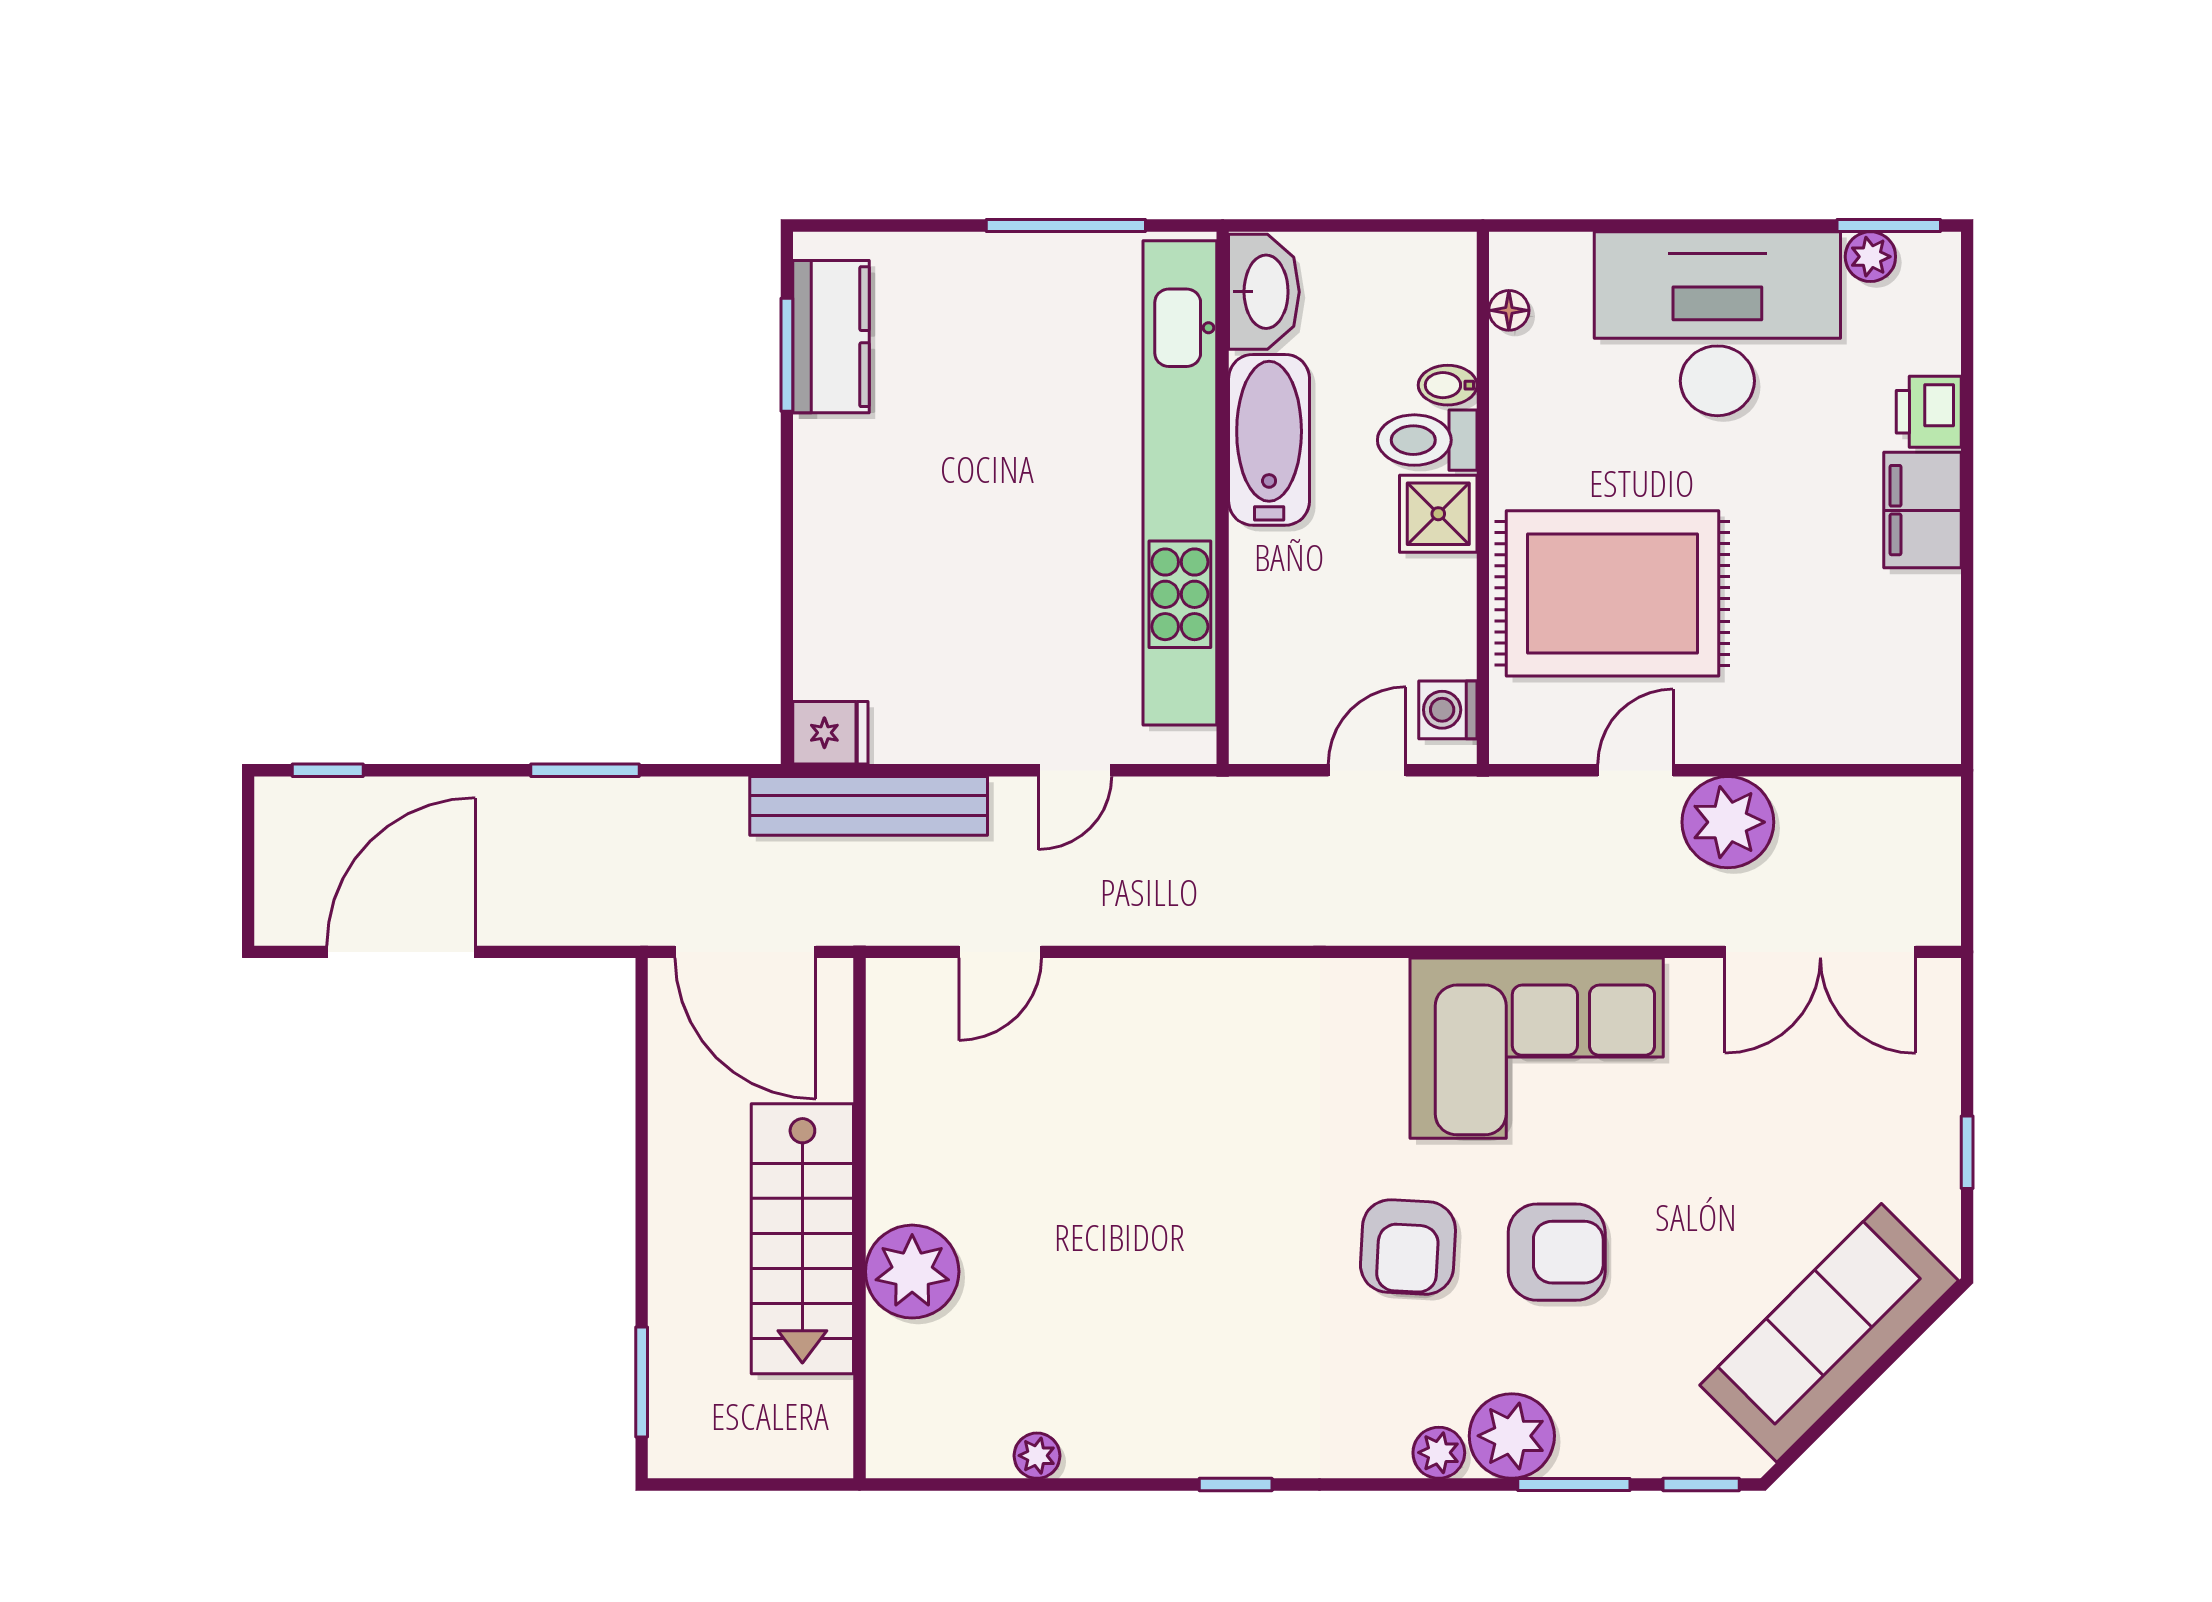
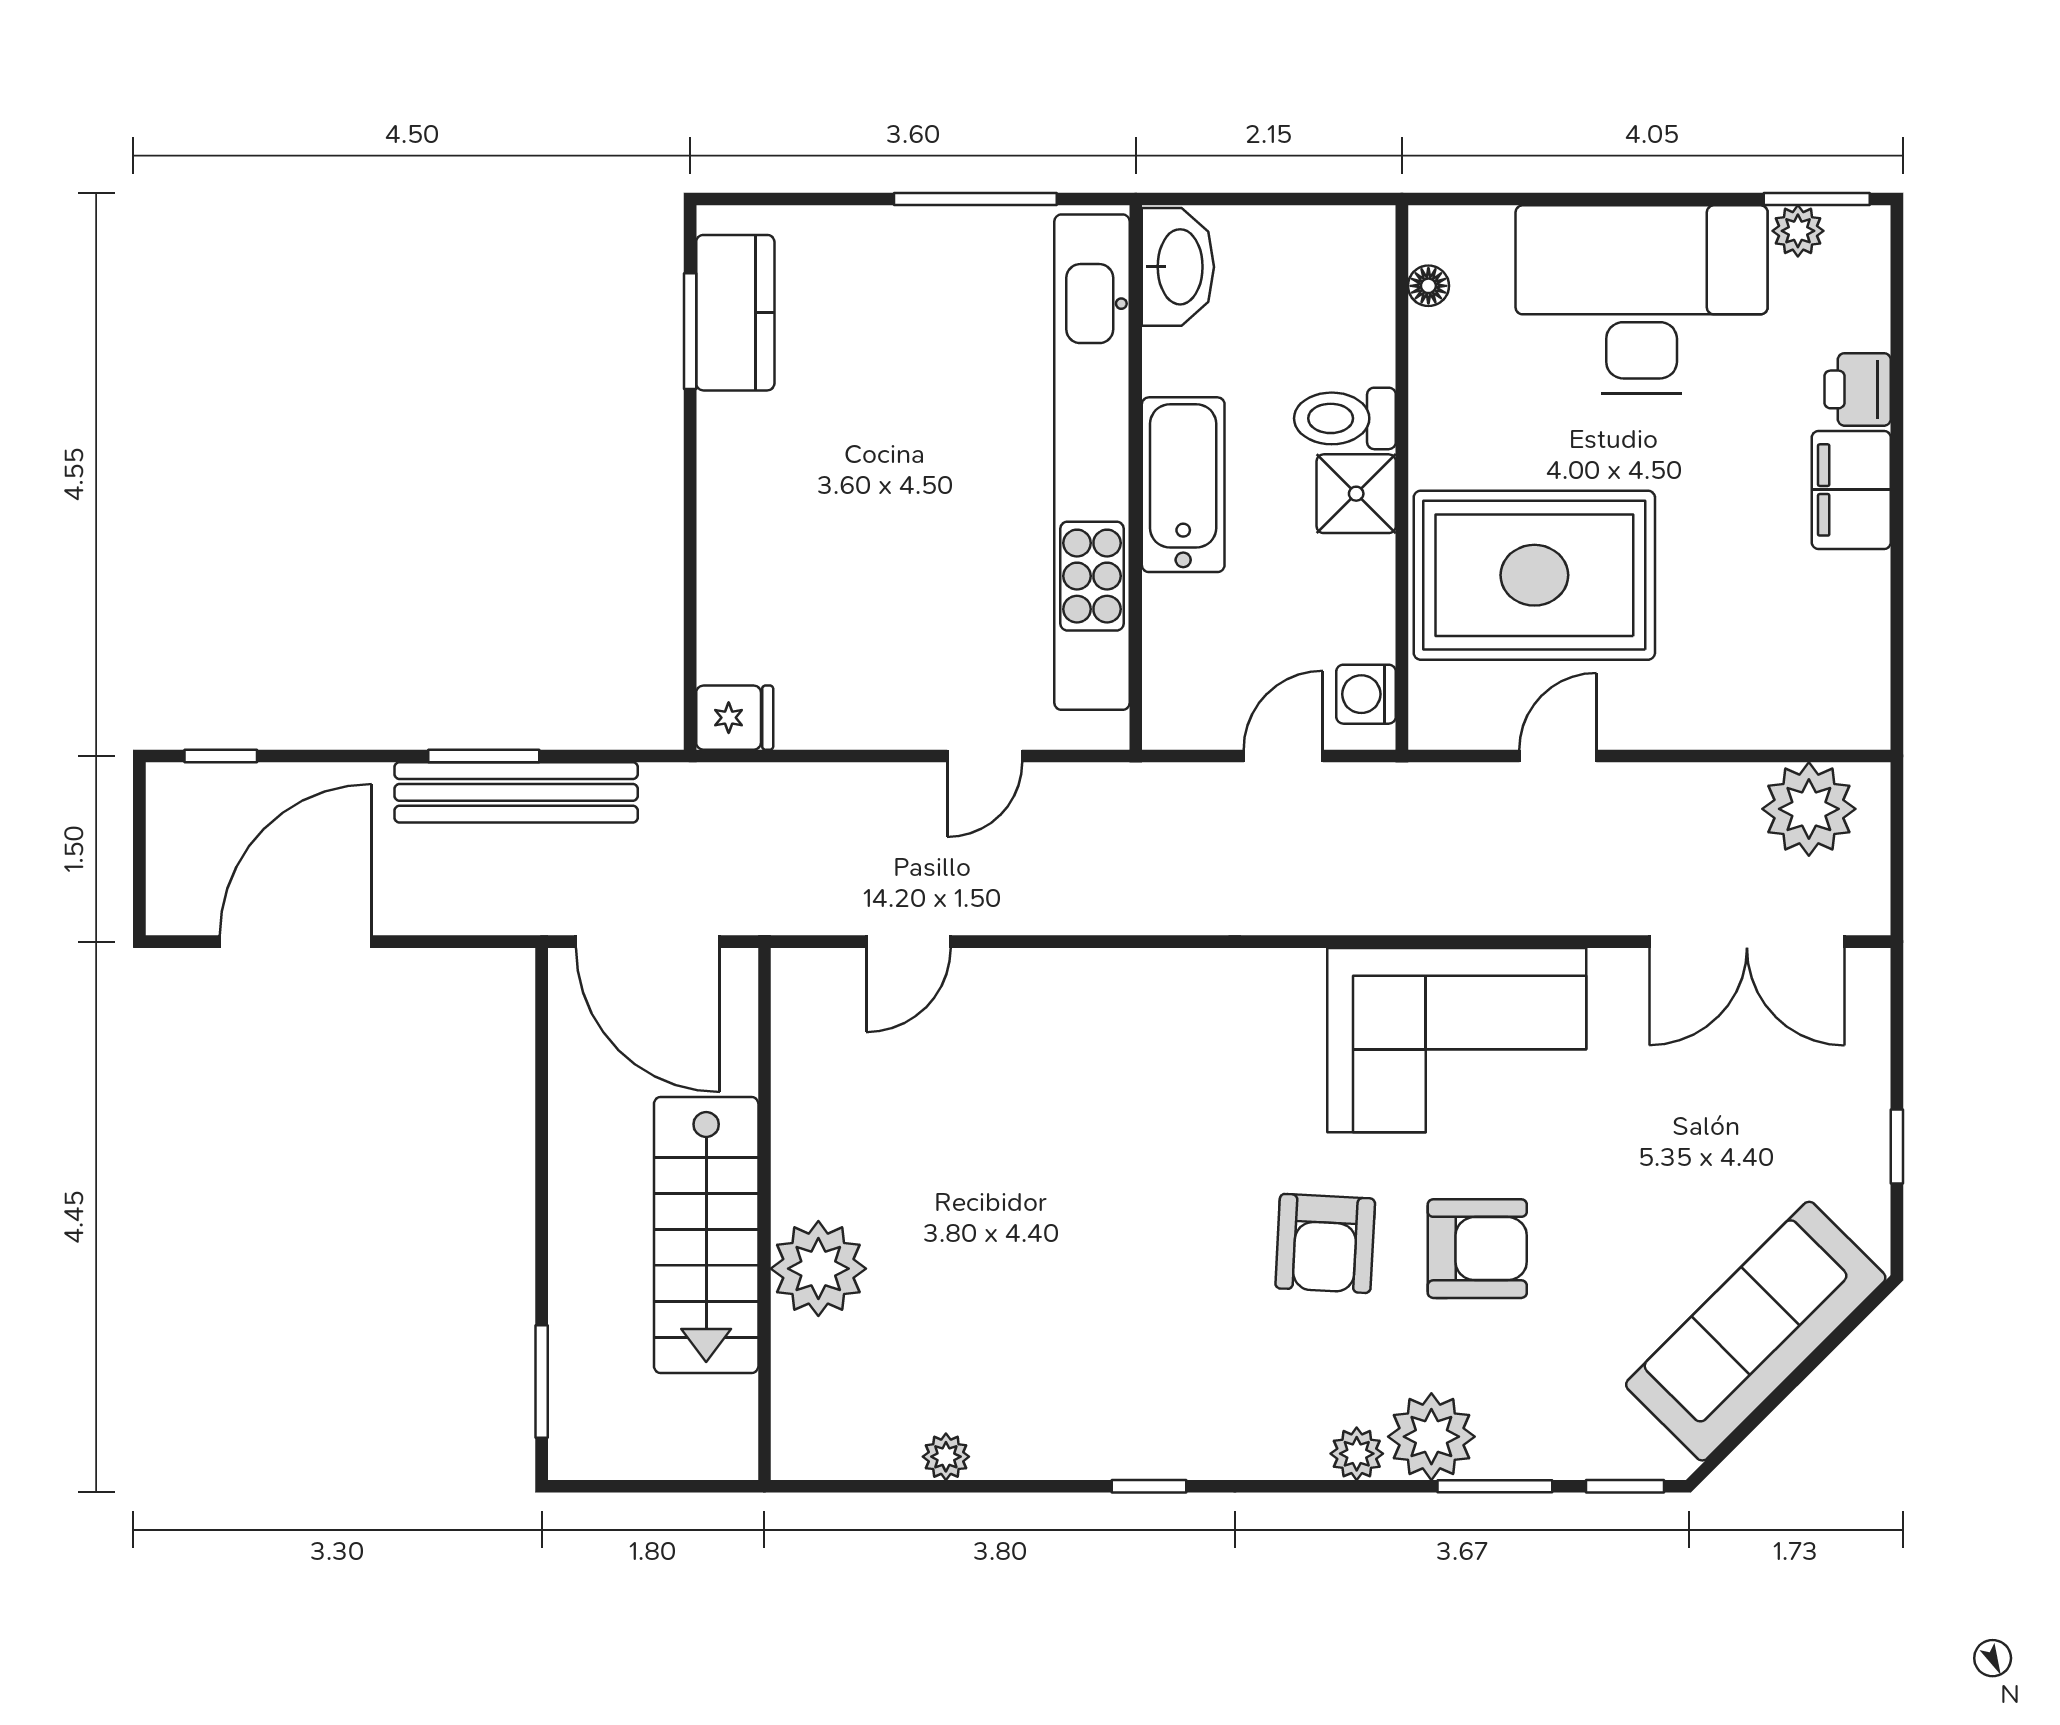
bidet: (1448, 385) -> (1366, 362), removed
bathtub: (1269, 440) -> (1183, 485), moved
bench: (869, 806) -> (516, 792), moved
plant: (1728, 822) -> (1809, 809), moved

